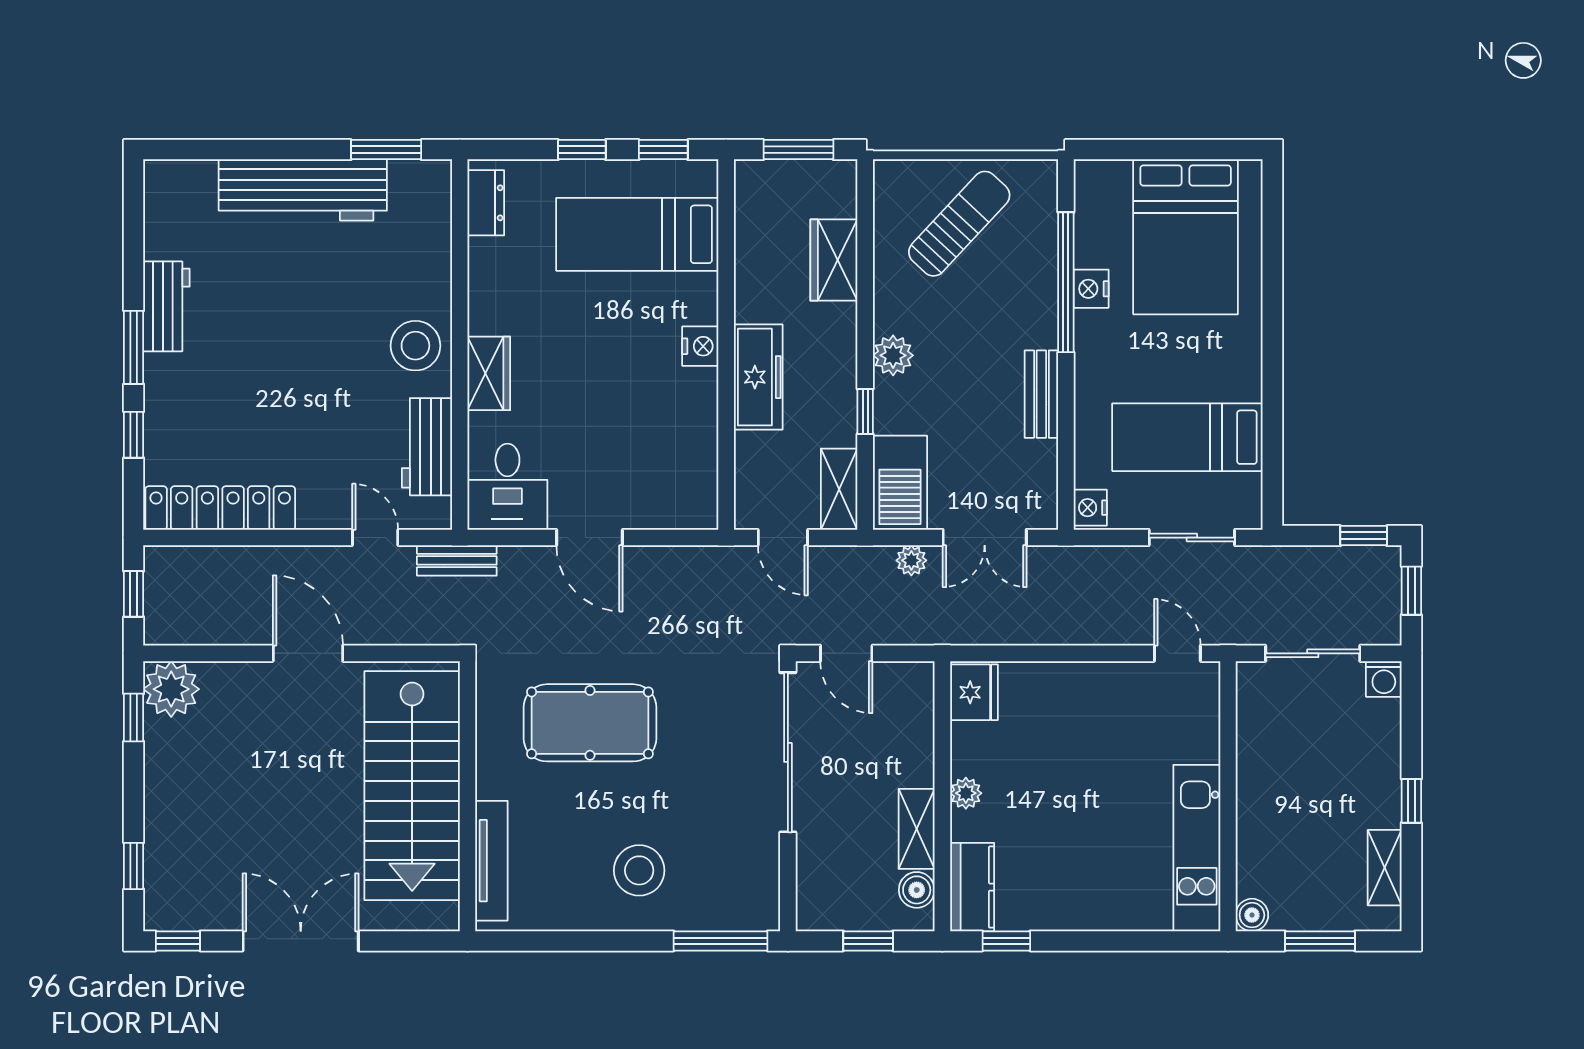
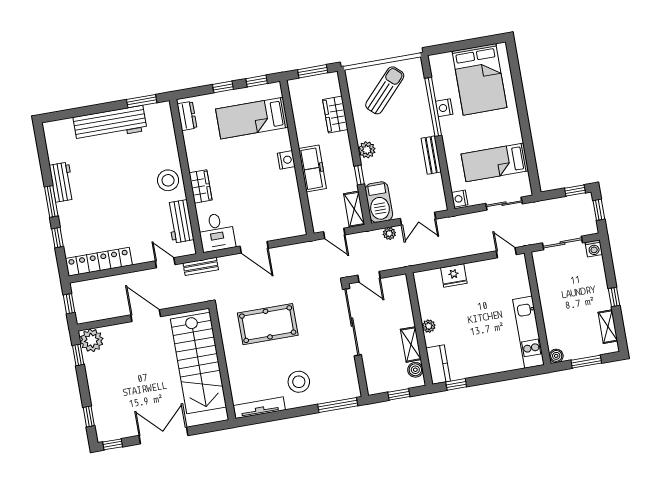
fridge: (974, 692) -> (454, 275), moved, turned 90
tv unit: (491, 861) -> (259, 408), moved, turned -90

